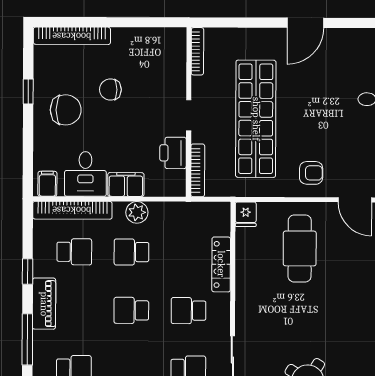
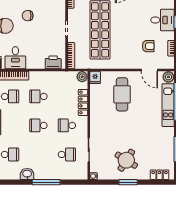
printer: (173, 153) -> (53, 62), moved, turned 90
armchair: (311, 173) -> (148, 46), moved
filing cabinet: (126, 185) -> (35, 63), removed
plant: (137, 212) -> (82, 77), moved

